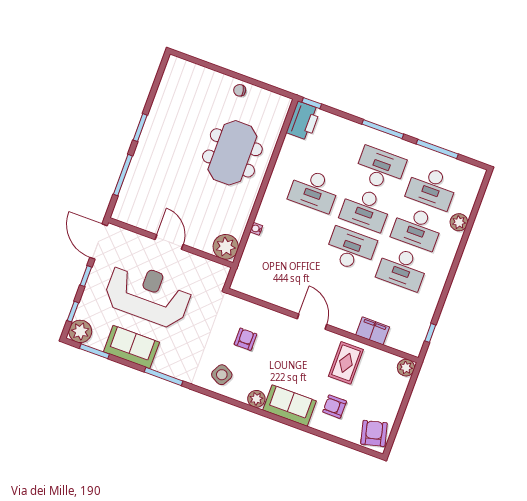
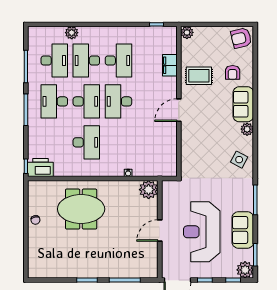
desk: (417, 228) -> (86, 60), turned 180
armchair: (245, 339) -> (208, 152), removed

